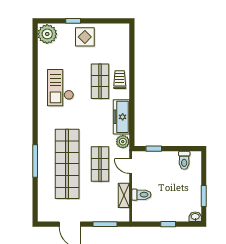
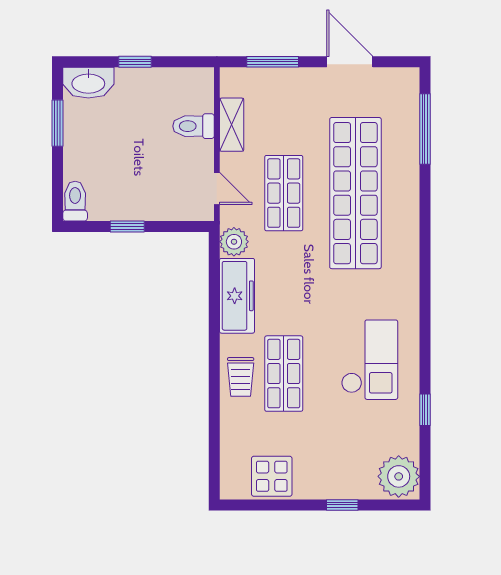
display table: (85, 37) -> (272, 476), moved
window: (35, 65) -> (425, 410), added
window: (154, 149) -> (127, 227), moved
toilet: (184, 160) -> (75, 201), moved
window: (35, 161) -> (425, 129), moved
washbasin: (195, 217) -> (88, 83), width x1.91, depth x1.45

